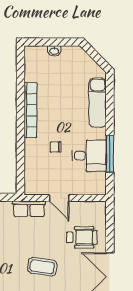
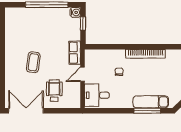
window: (110, 154) -> (147, 111), moved
desk: (89, 156) -> (97, 95), moved, turned 90
wheelchair: (82, 237) -> (54, 91), turned 180

